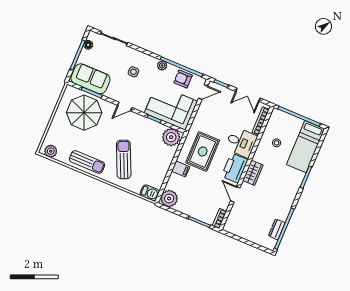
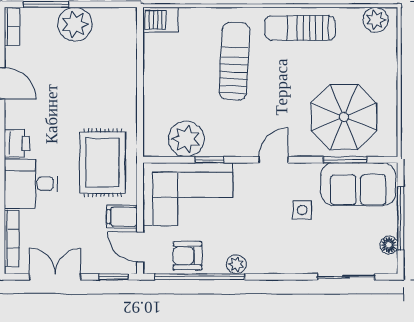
side table: (133, 72) -> (302, 210), moved
armchair: (183, 79) -> (187, 256), turned 180
door: (203, 92) -> (140, 247), hinge flipped
plant: (171, 137) -> (186, 139), moved
rug: (203, 151) -> (103, 163), moved
sun lounger: (124, 159) -> (234, 61), turned -153
printer: (235, 168) -> (17, 143), width x0.53, depth x0.68
filing cabinet: (181, 169) -> (122, 217), moved
plant: (169, 199) -> (75, 24), moved

